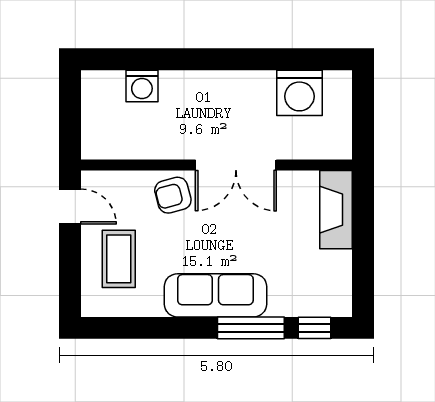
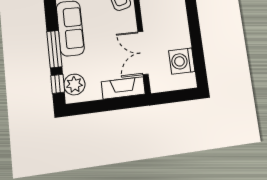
double door: (236, 165) -> (143, 53), moved
plant: (319, 298) -> (74, 84), added

